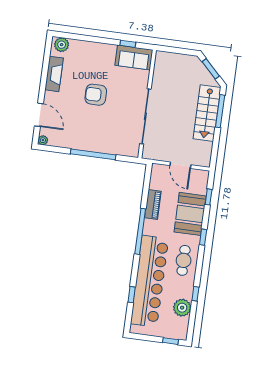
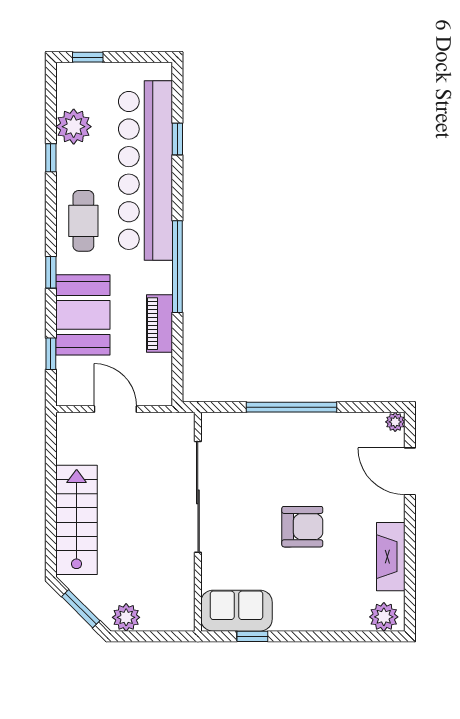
plant: (189, 62) -> (126, 617), added
window: (220, 111) -> (51, 527), removed

